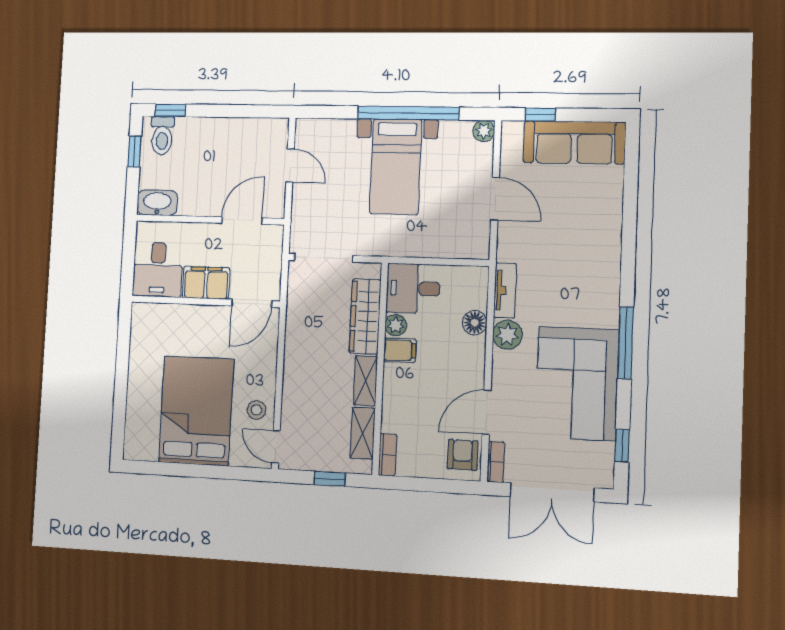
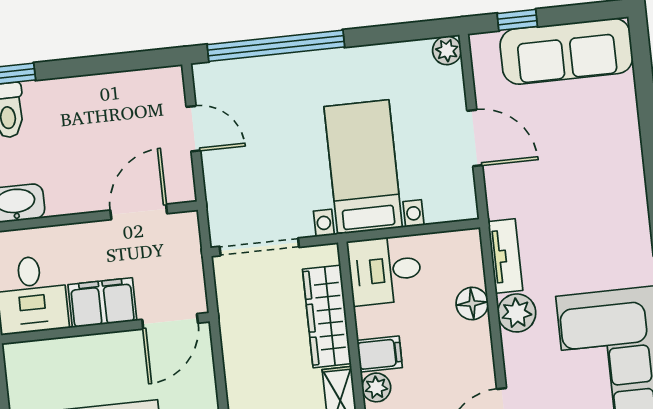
window: (408, 113) -> (276, 46), moved
bed with nightstands: (396, 167) -> (363, 167), moved, turned 180
plant: (396, 325) -> (376, 387), moved

